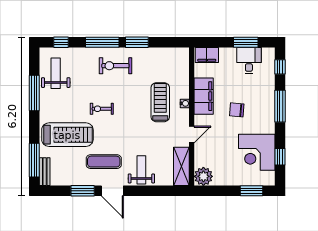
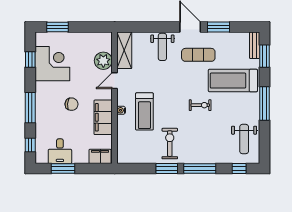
exercise bike: (115, 66) -> (170, 144), moved, turned -90
window: (34, 93) -> (265, 103), moved
window: (34, 160) -> (265, 56), width x0.69
plant: (203, 176) -> (103, 61), moved

